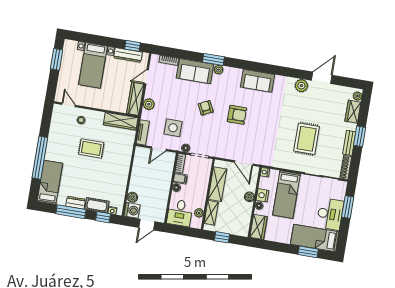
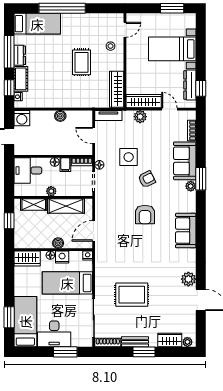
side table: (173, 128) -> (129, 157), moved
boiler: (132, 197) -> (60, 116), moved
plant: (199, 213) -> (51, 191), moved

